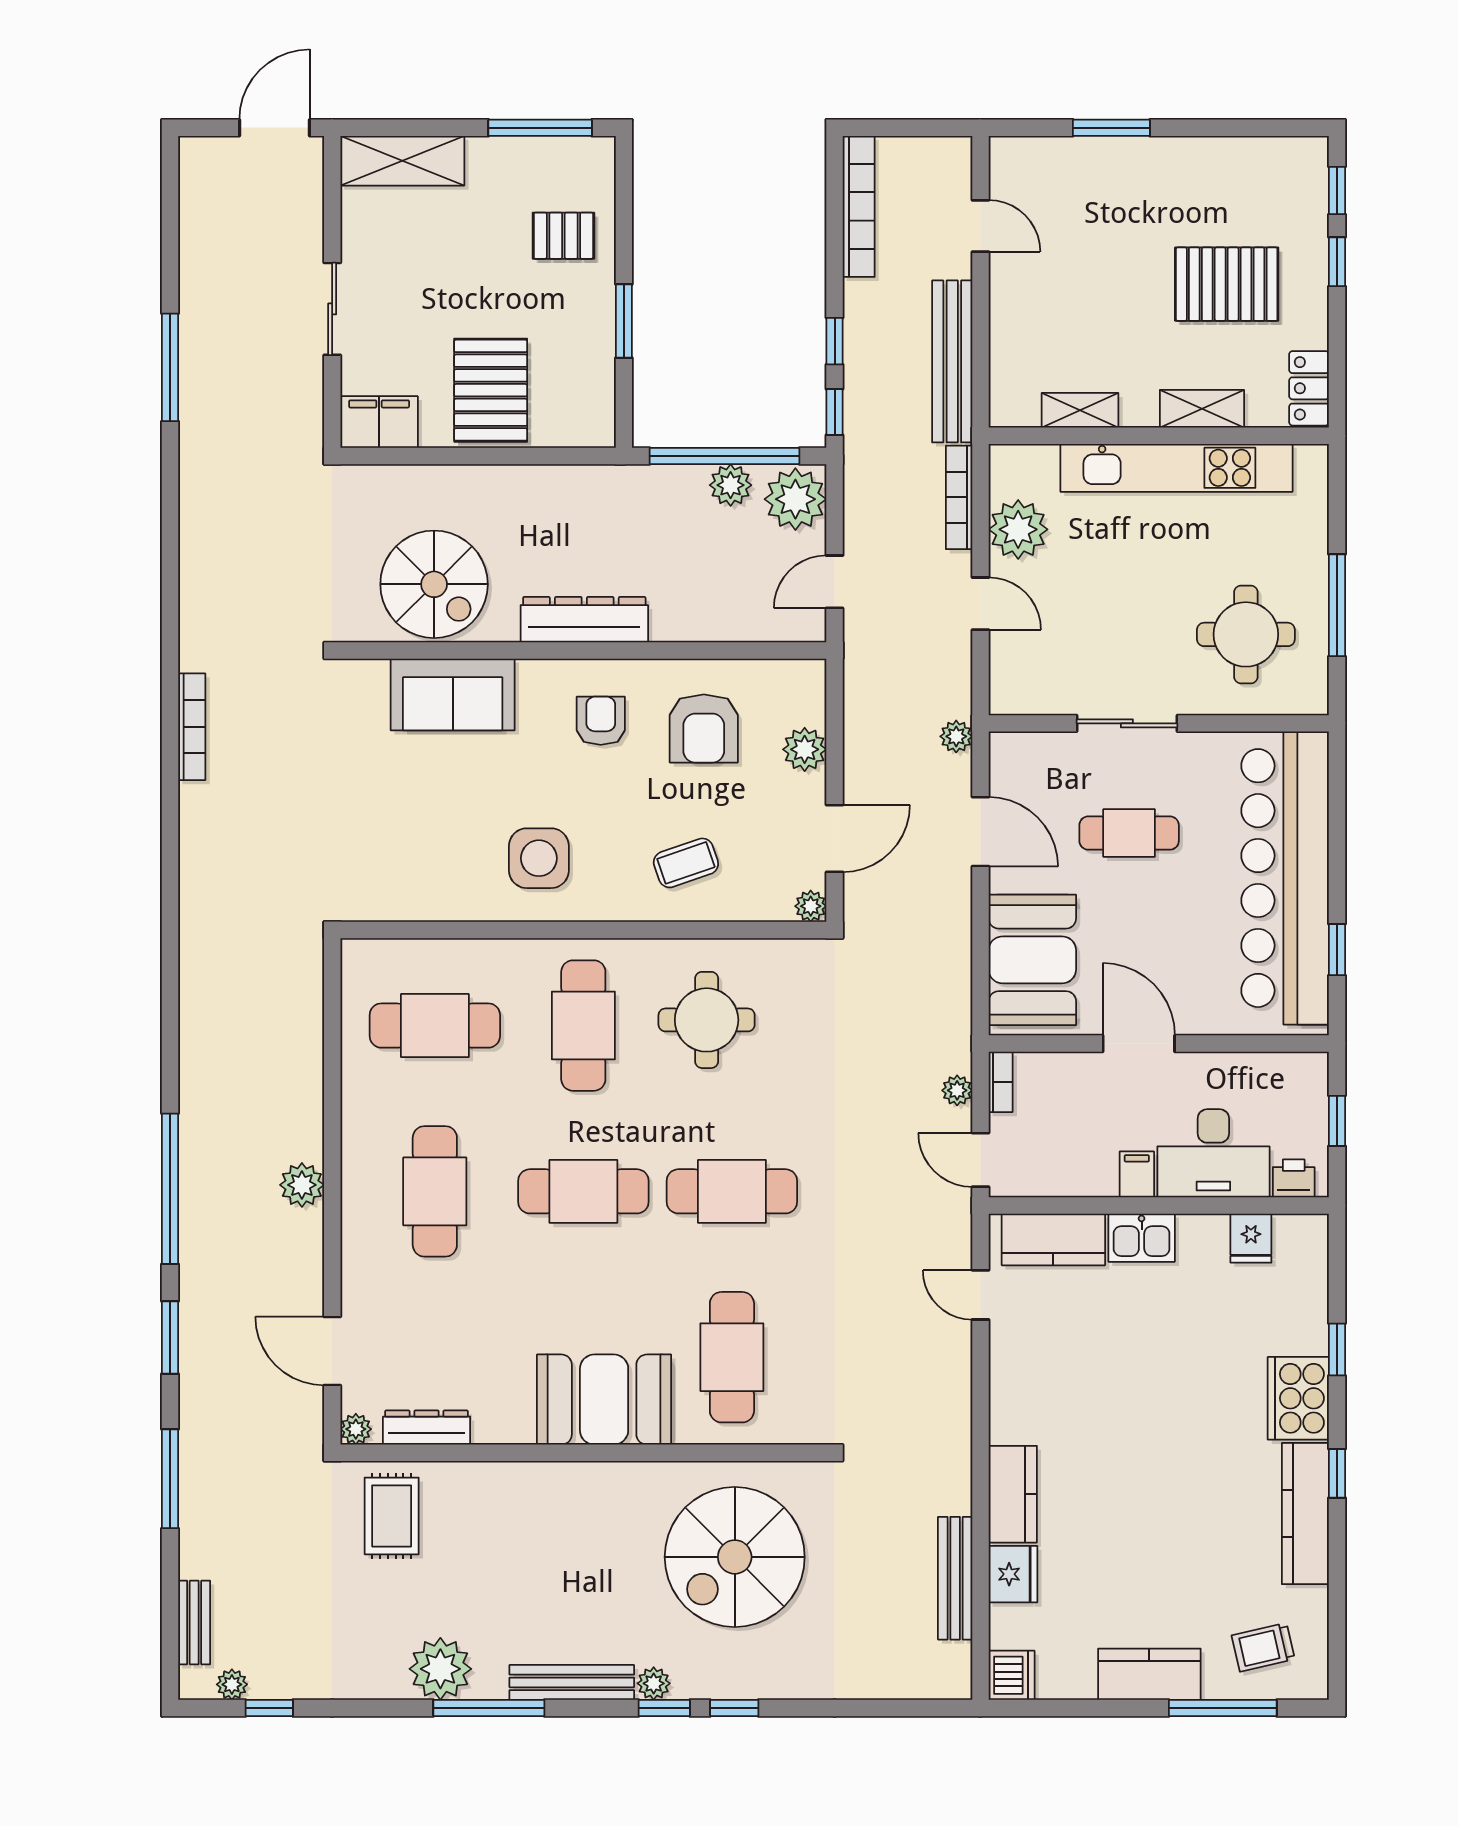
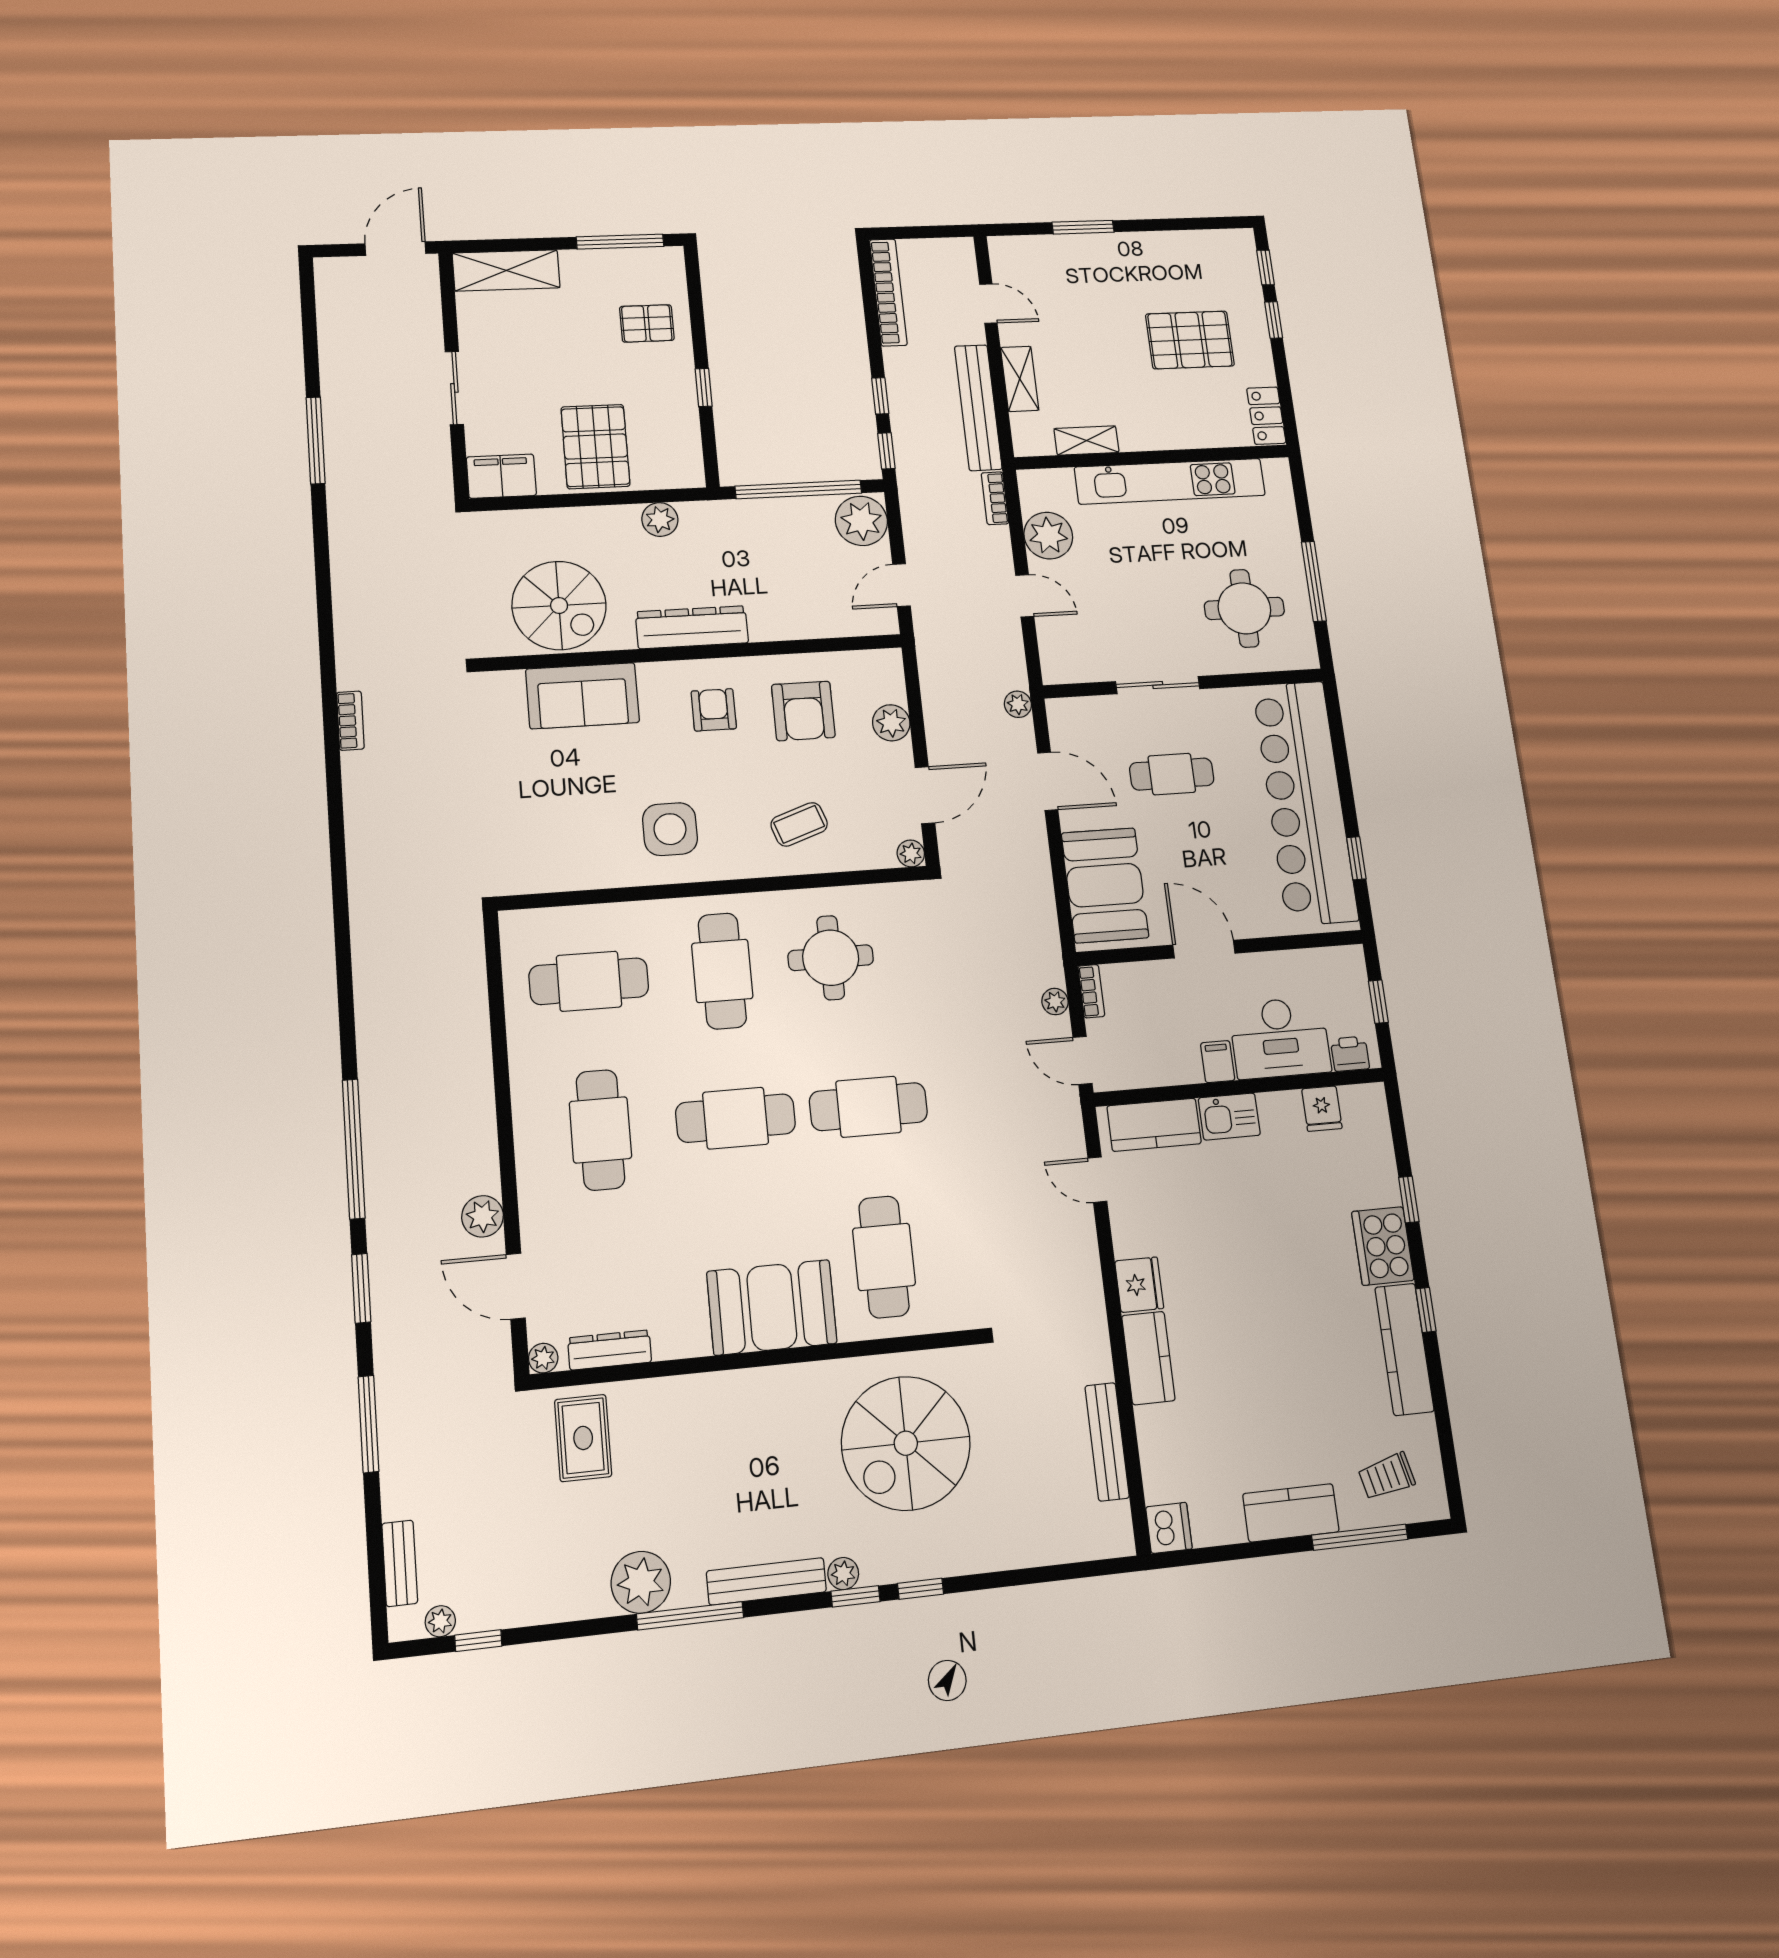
window: (624, 321) -> (704, 387), width x0.67
shelving: (1202, 409) -> (1020, 379), moved, turned 90
plant: (731, 485) -> (660, 519), moved
bookcase: (959, 497) -> (995, 498), width x0.64
bookcase: (192, 727) -> (350, 721), width x0.64
plant: (302, 1185) -> (483, 1216), moved
fridge: (1013, 1574) -> (1139, 1285), moved

